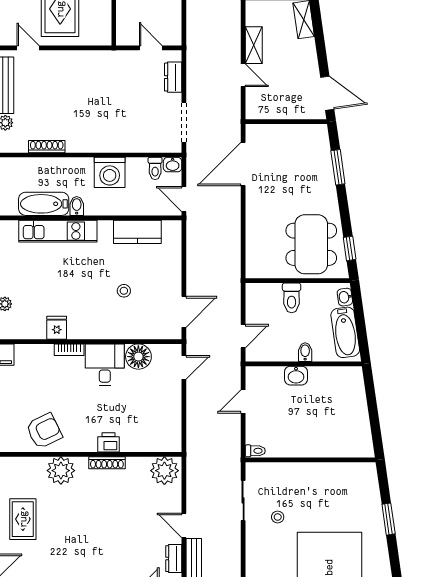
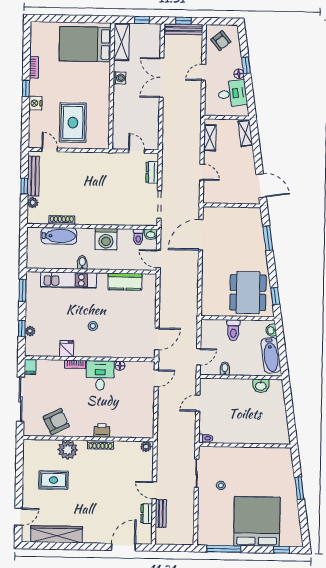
shelving: (254, 45) -> (210, 138), moved
bathtub: (44, 204) -> (59, 236), moved, turned 180
stool: (124, 291) -> (93, 326), moved
bidet: (305, 352) -> (225, 369), moved
floor lamp: (138, 357) -> (120, 366), width x0.53, depth x0.53
washbasin: (296, 376) -> (261, 386), moved
plant: (164, 471) -> (146, 447), width x0.53, depth x0.53
rug: (23, 519) -> (53, 480), moved, turned 90

